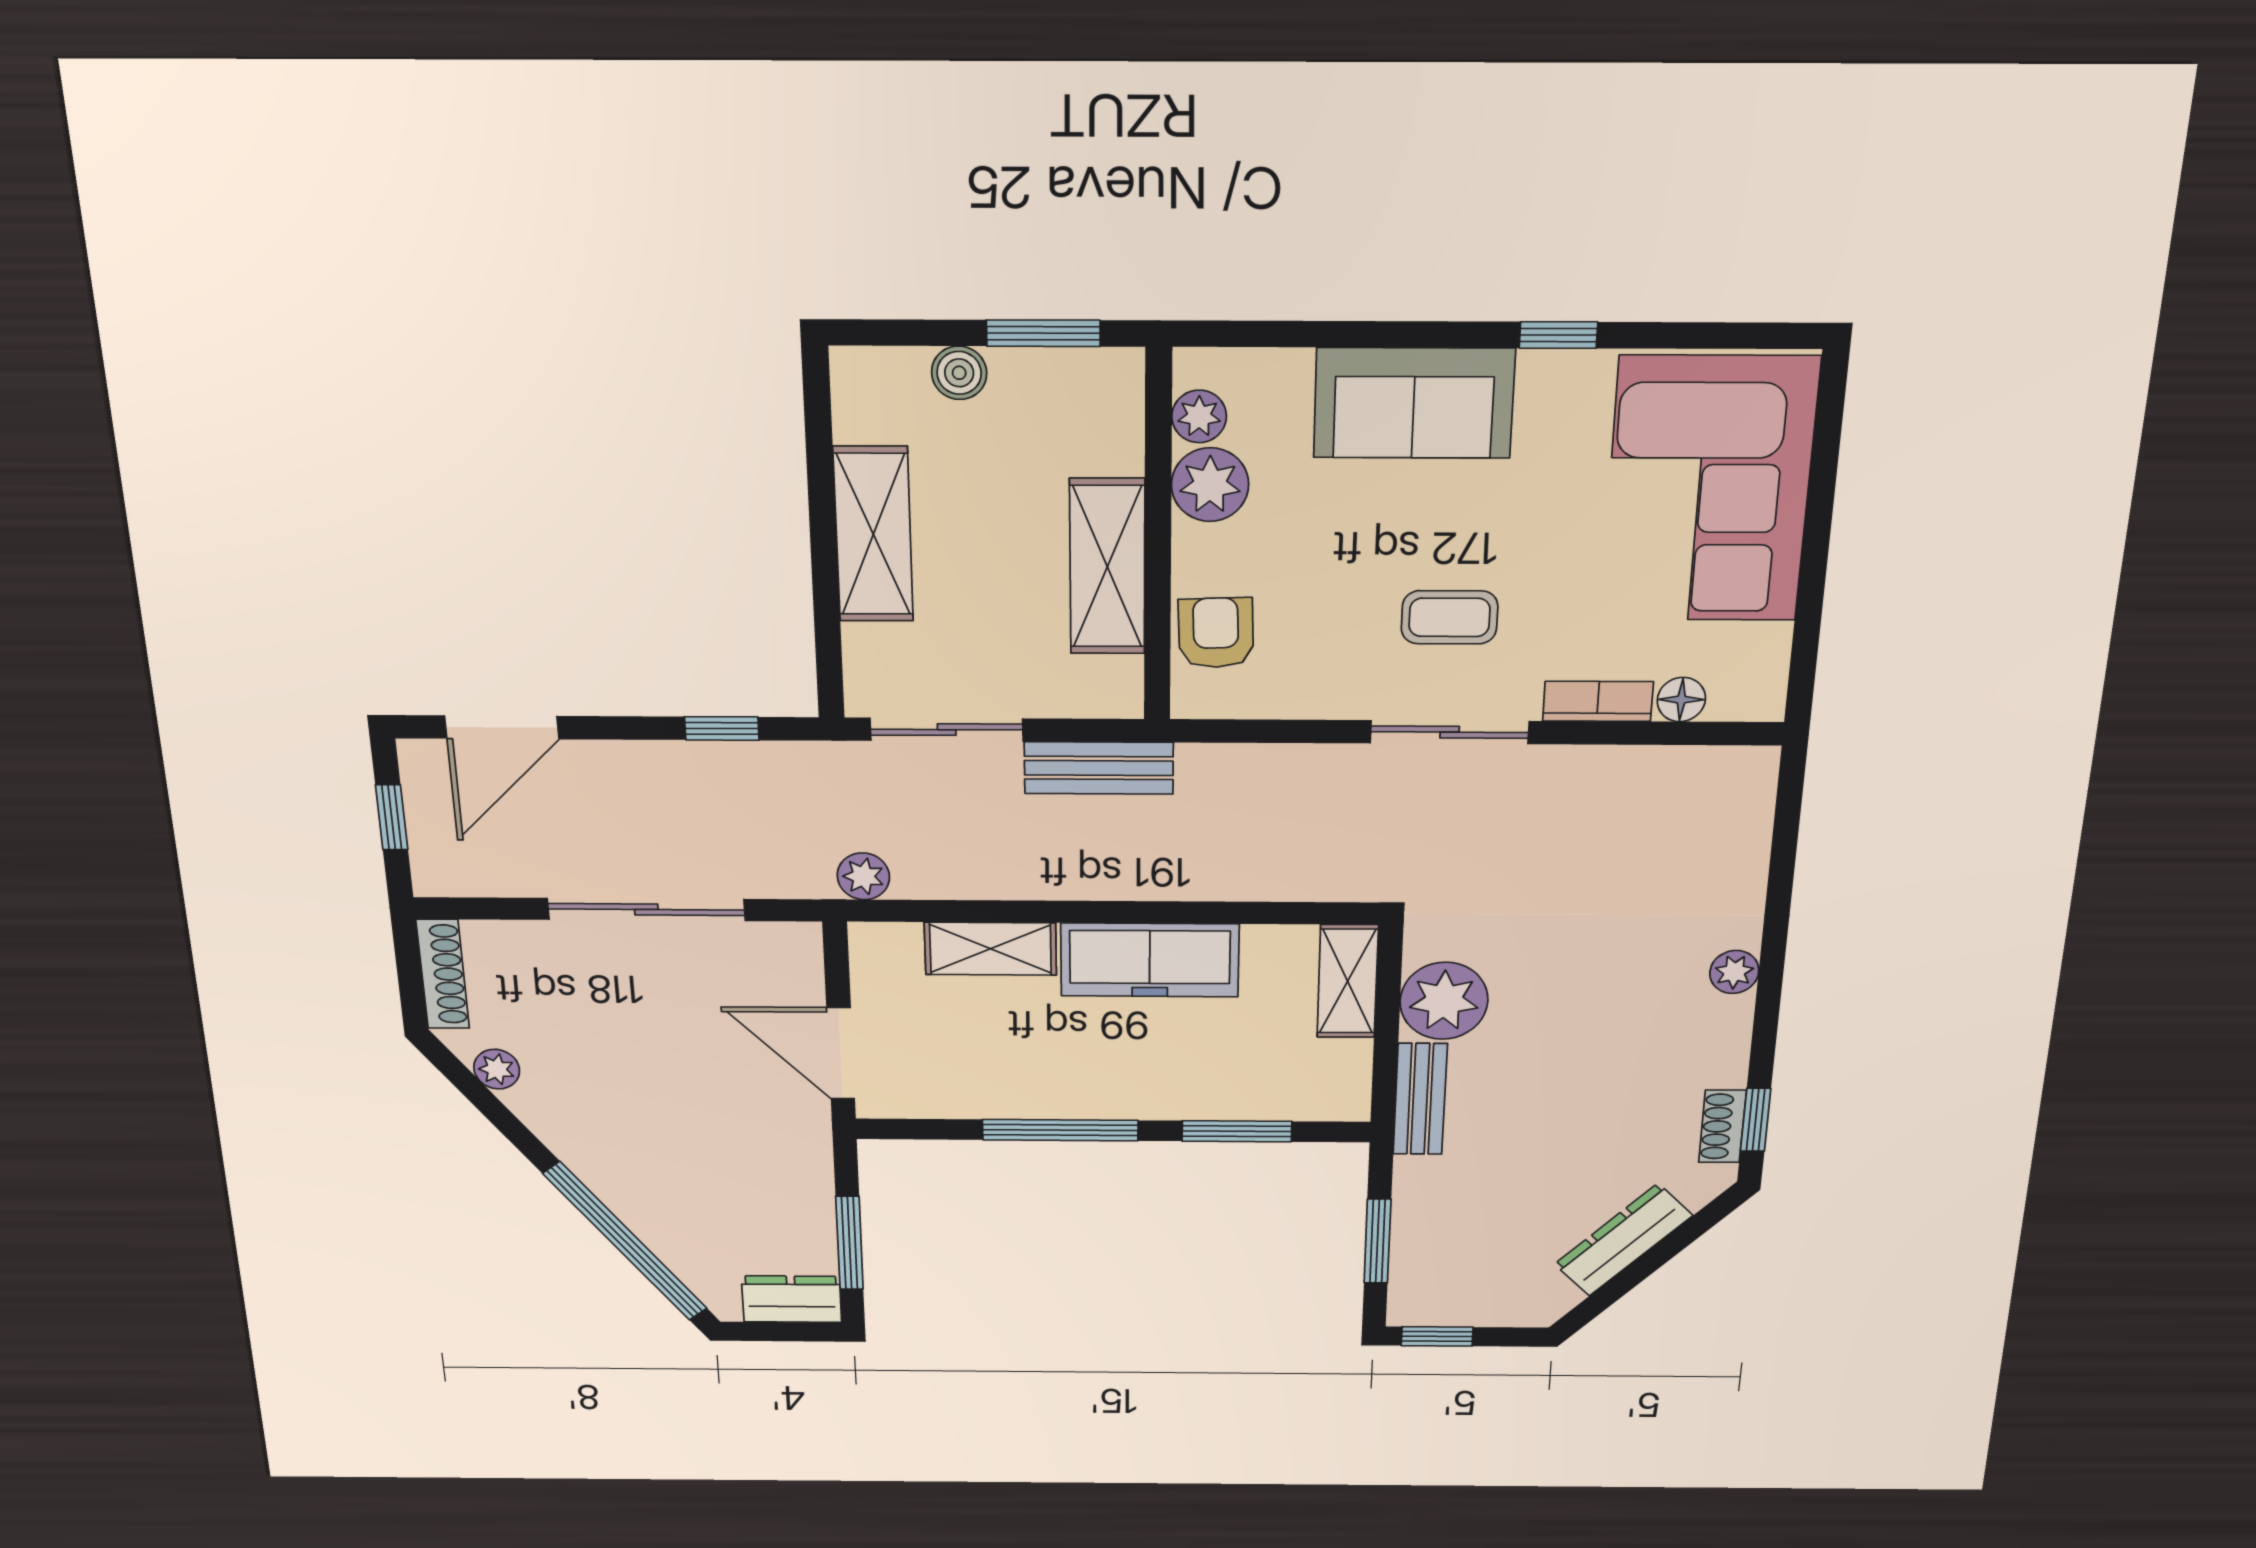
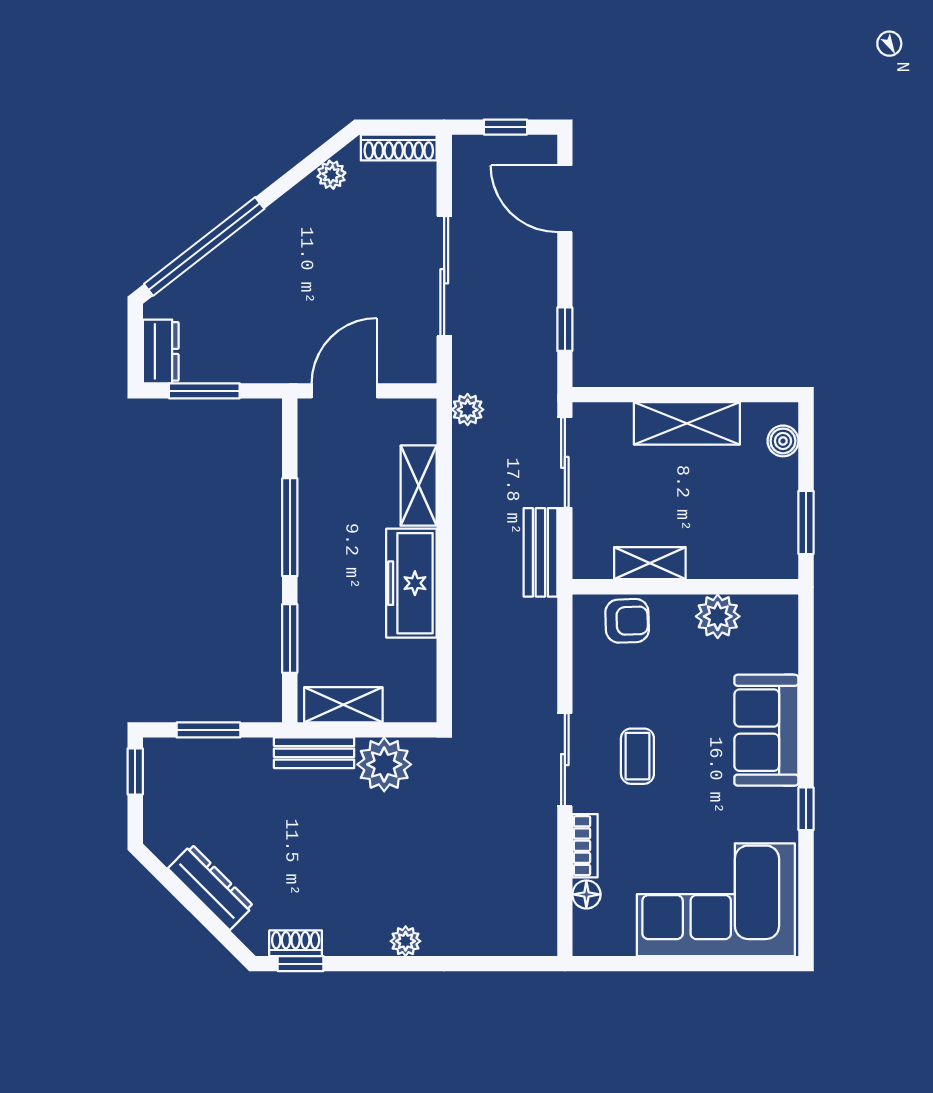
boiler: (959, 373) -> (783, 441), moved
plant: (1199, 416) -> (758, 610), removed
shelving: (1107, 567) -> (650, 563), width x0.67, depth x0.75
shelving: (1348, 981) -> (343, 705), moved

